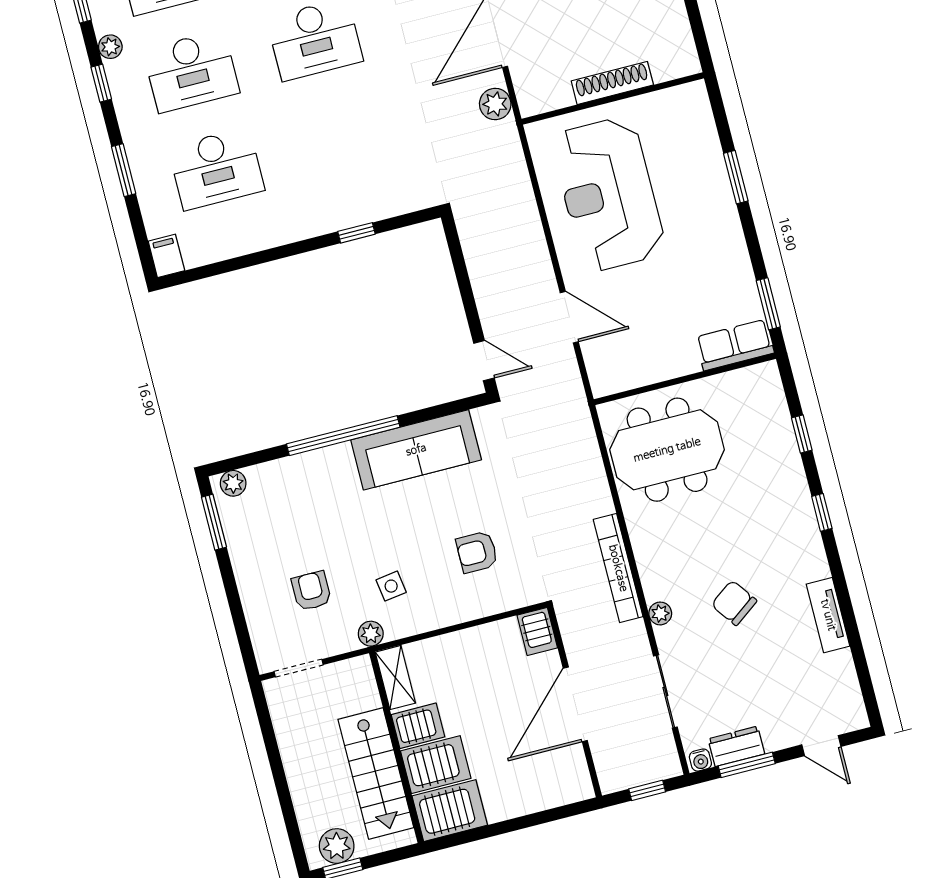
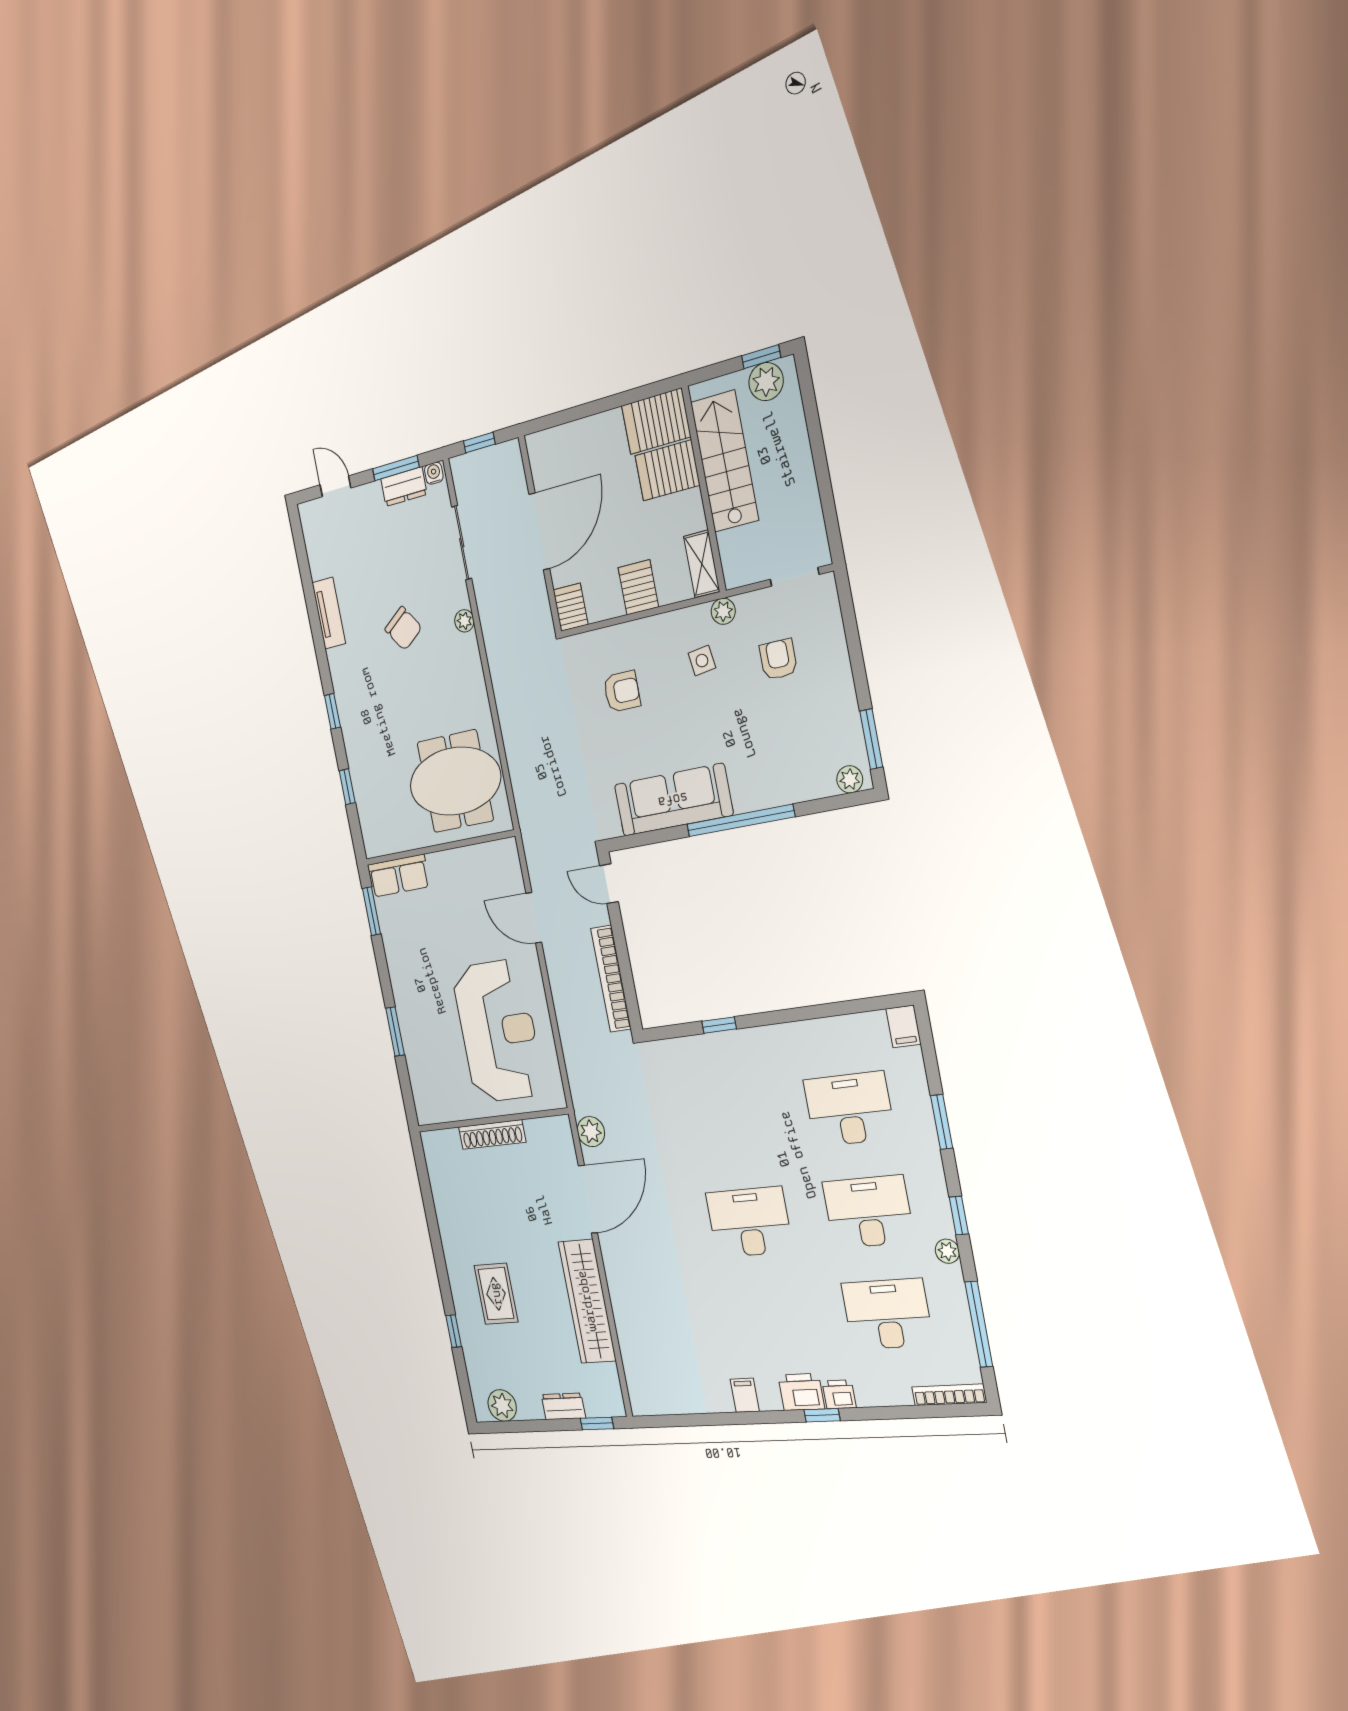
bookcase: (618, 568) -> (611, 979), moved, turned 180
armchair: (311, 591) -> (778, 659), turned 180
server rack: (418, 726) -> (638, 587), moved, turned 90

